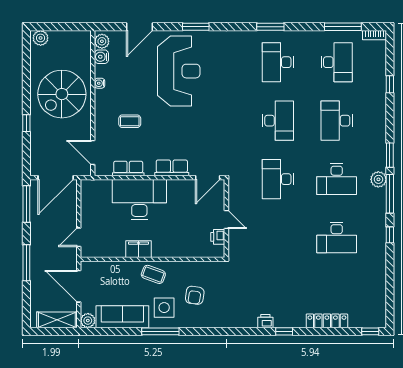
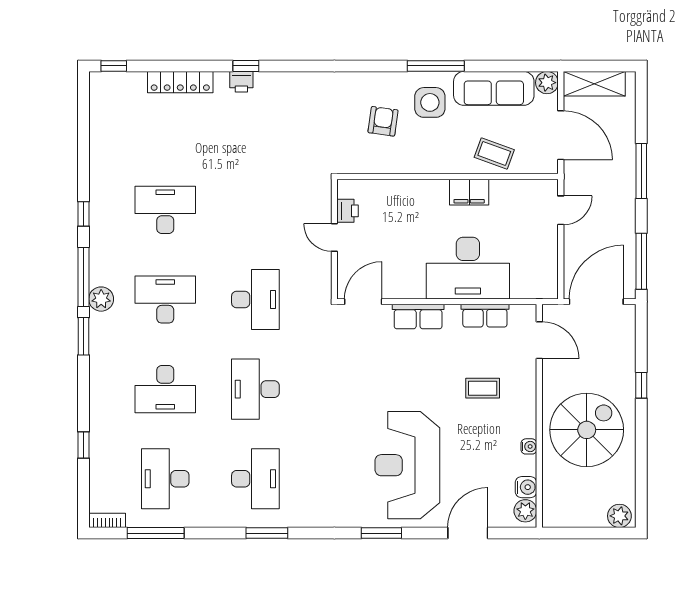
desk: (337, 121) -> (165, 389), turned 90
coffee table: (153, 274) -> (494, 153), moved
printer: (265, 321) -> (241, 82), moved

